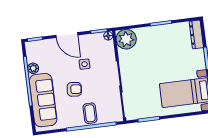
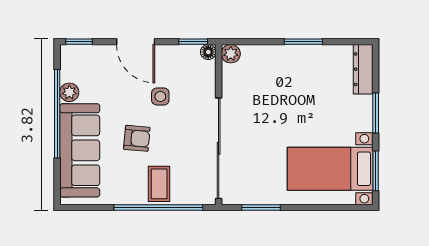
plant: (126, 39) -> (231, 54), width x0.53, depth x0.53

